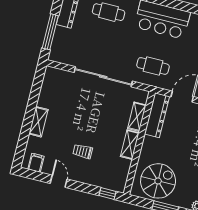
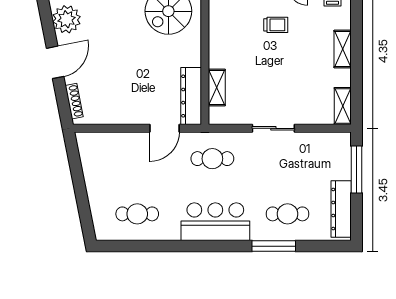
sliding door: (103, 77) -> (273, 128), width x0.54
shelving: (130, 145) -> (343, 106), moved

